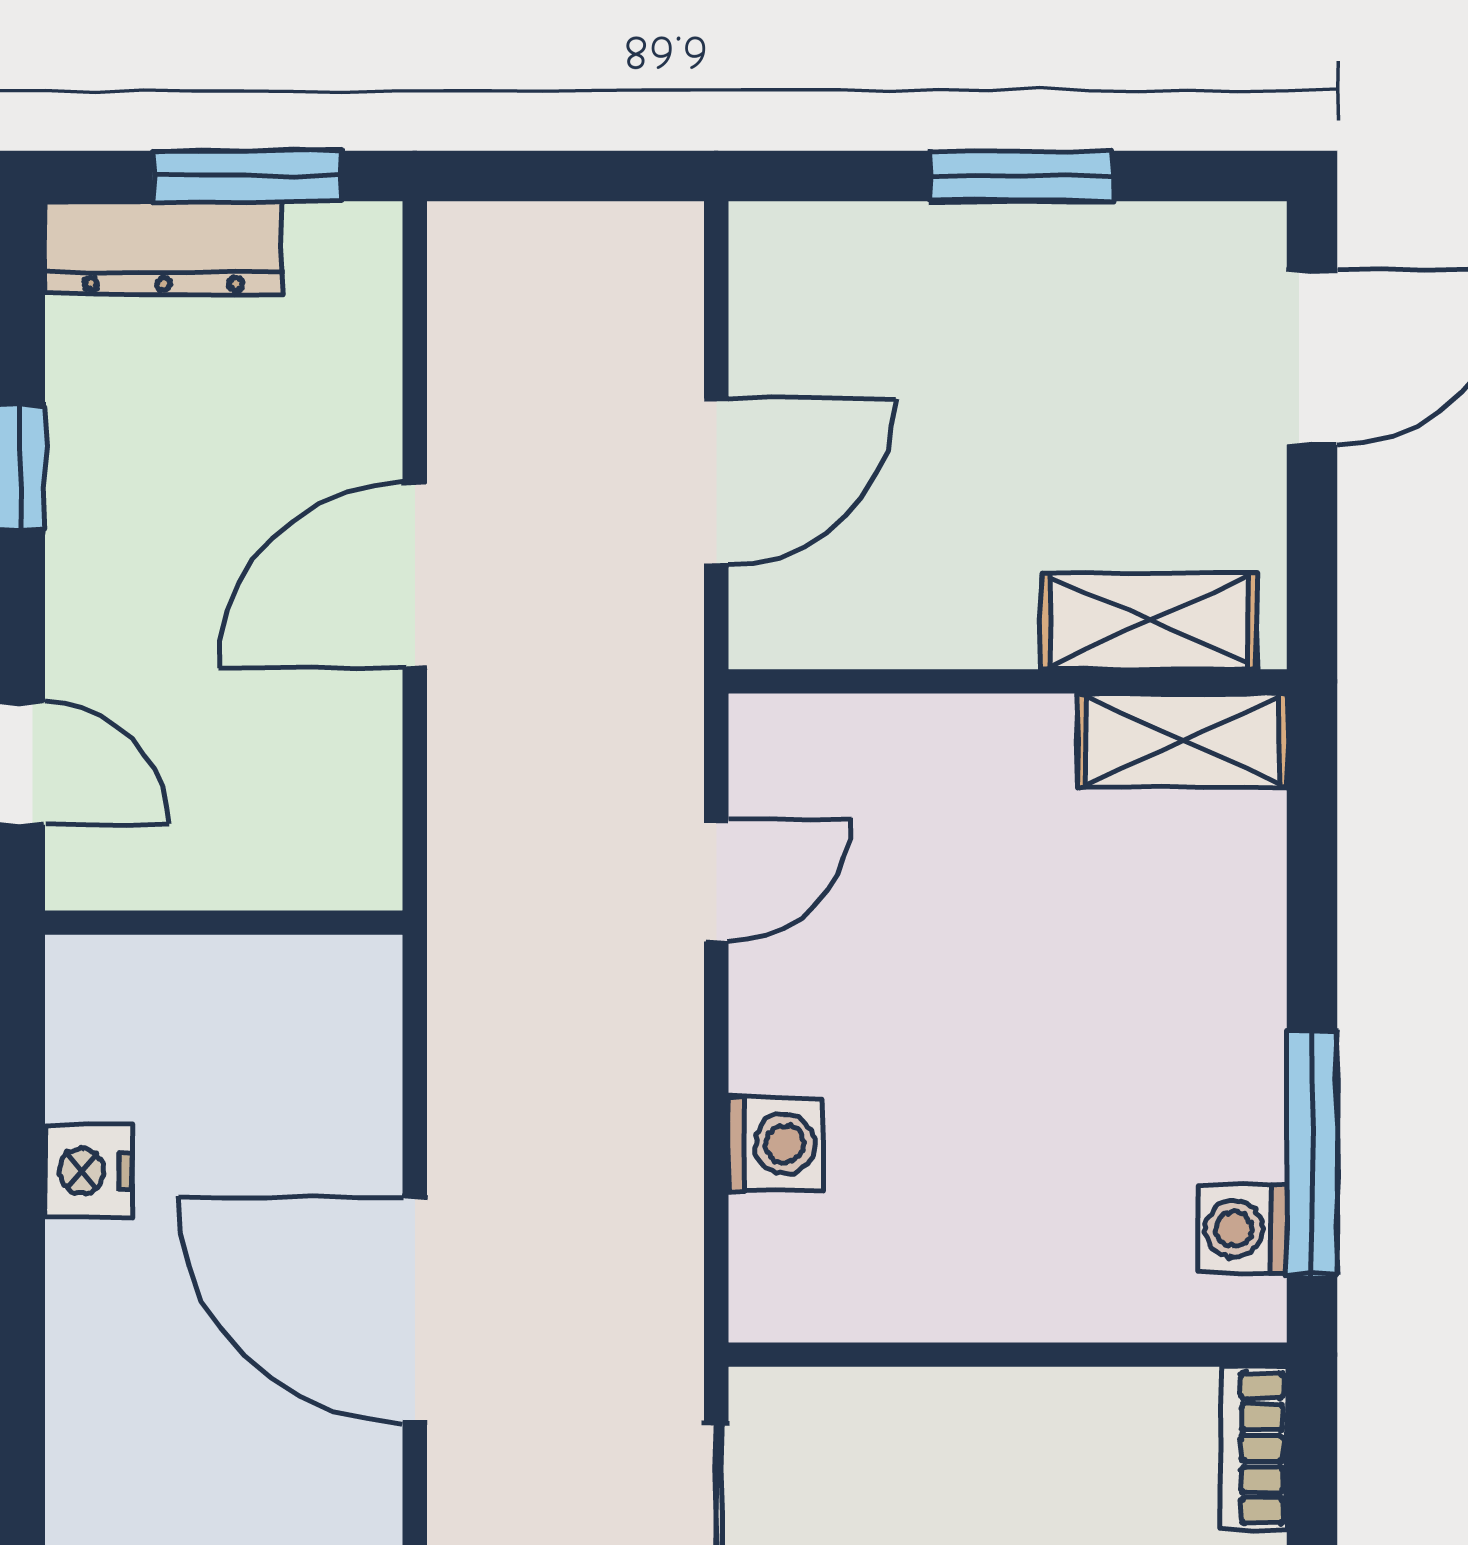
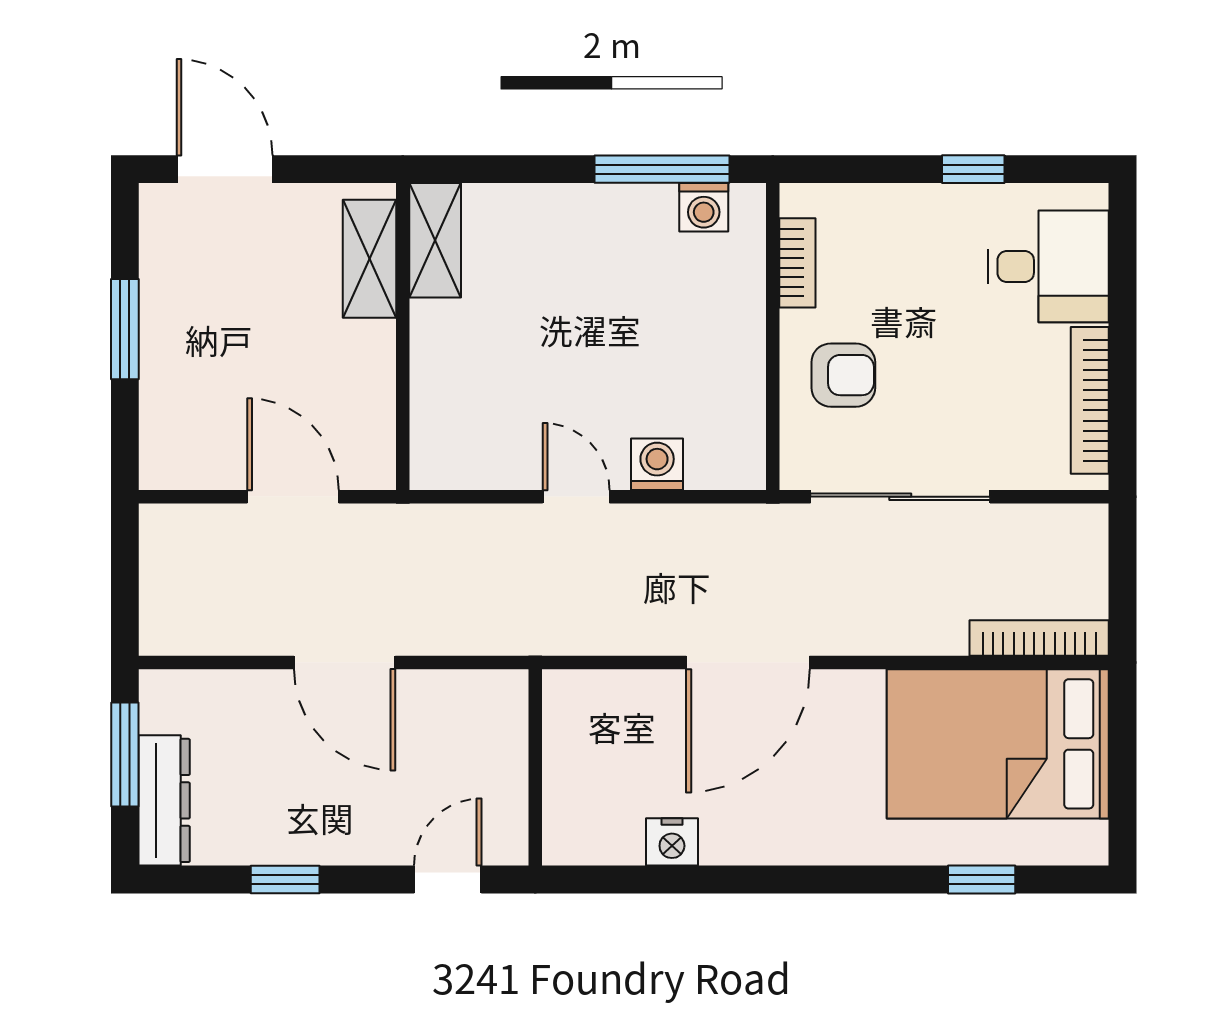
door: (716, 881) -> (576, 497), moved
bookcase: (1254, 1448) -> (797, 263), moved, turned -90
armchair: (938, 1483) -> (843, 375), added

